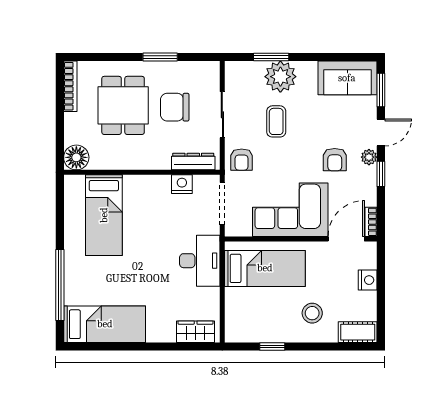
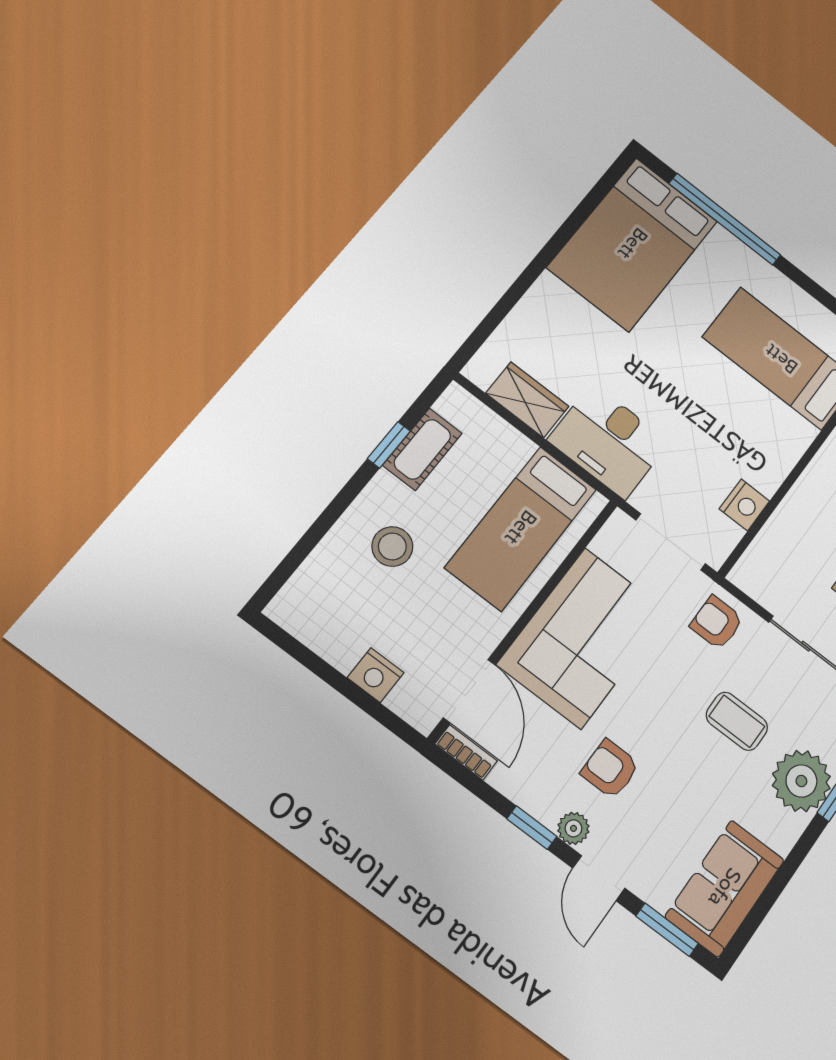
dresser: (193, 162) -> (766, 548), removed
bed: (105, 324) -> (633, 244), width x1.50
wardrobe: (196, 332) -> (527, 400), moved, turned -90
cot: (358, 332) -> (422, 449), moved

